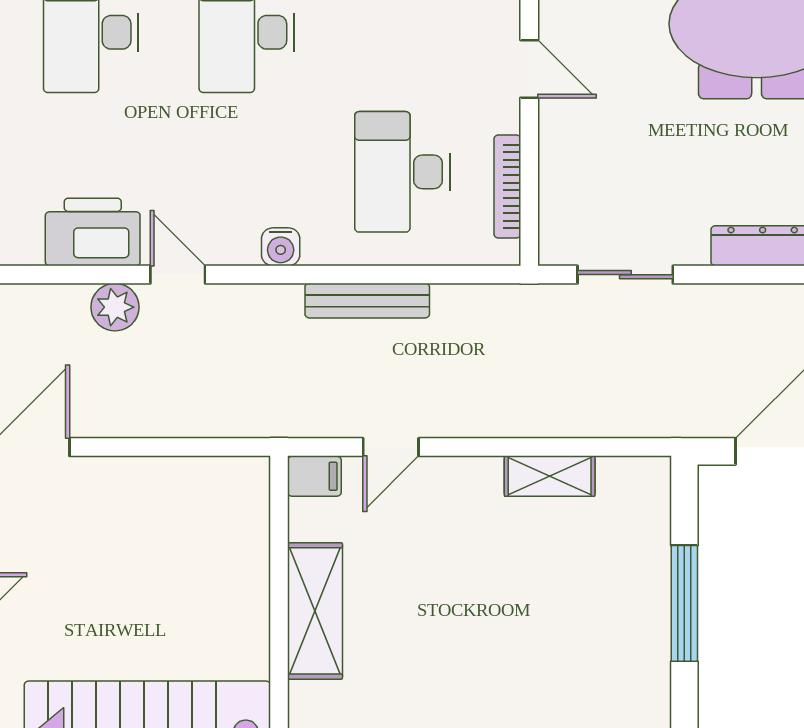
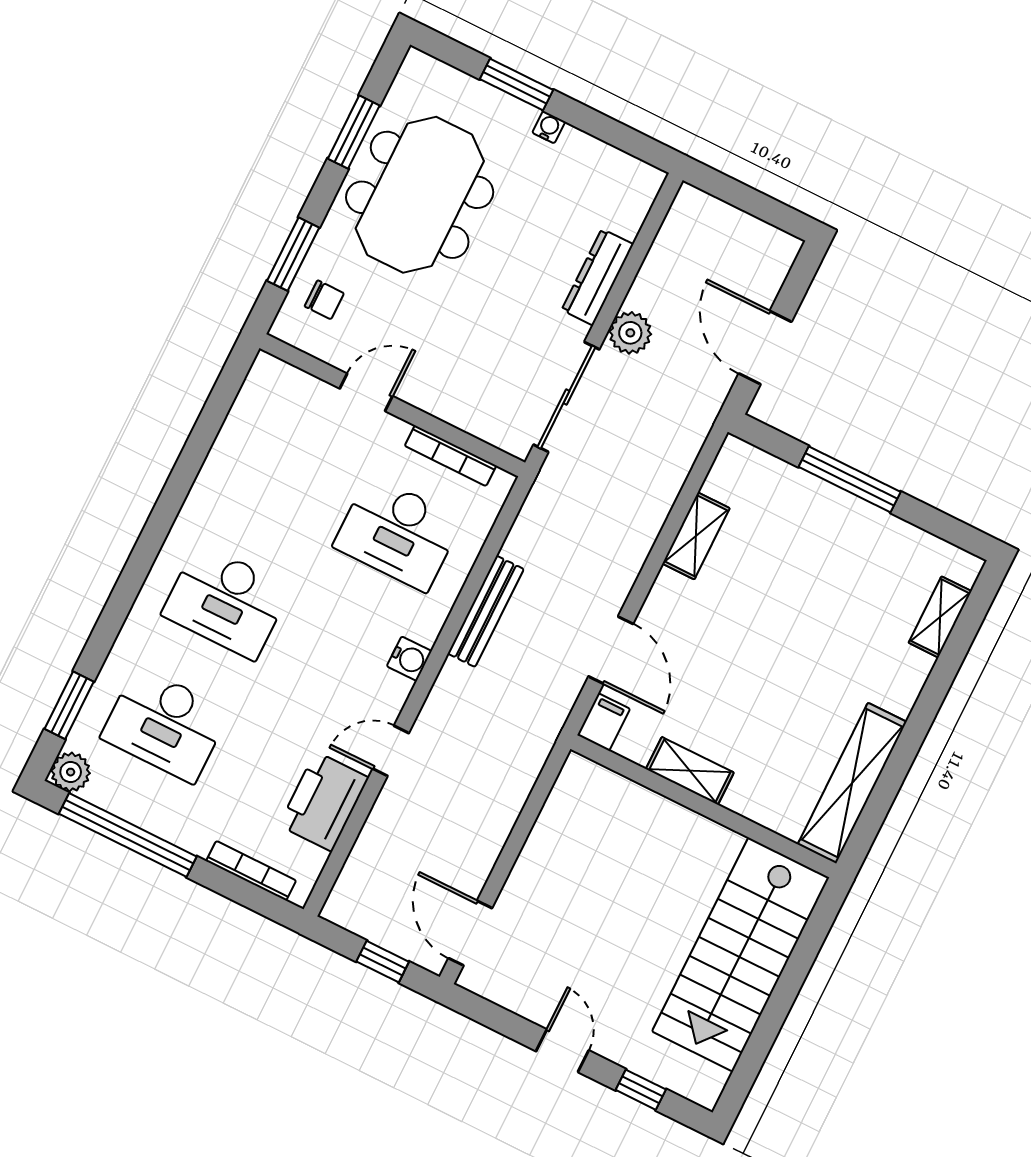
sliding door: (625, 275) -> (566, 397), width x1.37
plant: (115, 307) -> (630, 333), moved
door: (391, 447) -> (611, 650), width x1.38
shelving: (315, 611) -> (690, 771), width x0.67, depth x0.75

